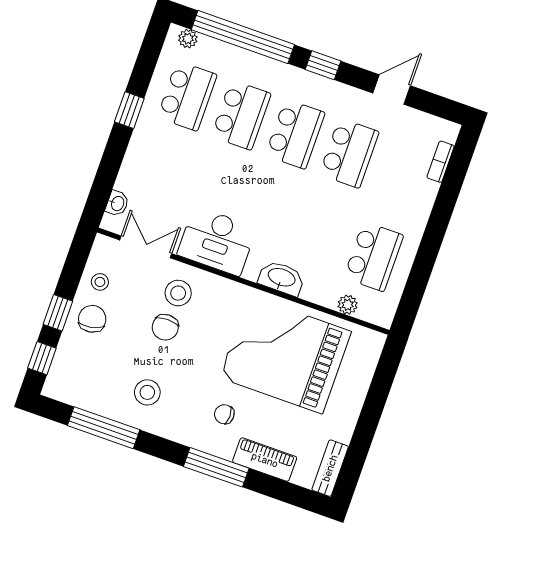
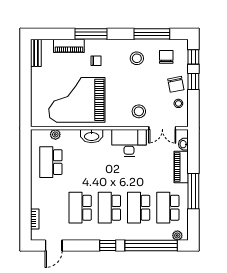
door: (392, 89) -> (54, 246), moved
window: (129, 110) -> (193, 191), width x2.17
piano: (136, 163) -> (181, 167), added
chair: (165, 327) -> (166, 57), moved
grand piano: (285, 355) -> (77, 100), turned 180

